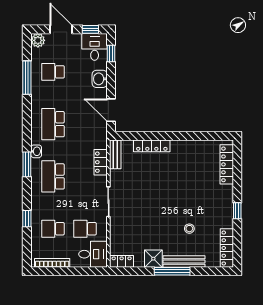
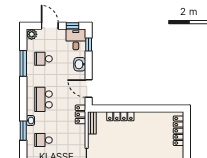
locker: (101, 162) -> (80, 114), moved
school desk: (53, 176) -> (43, 140), width x0.54

